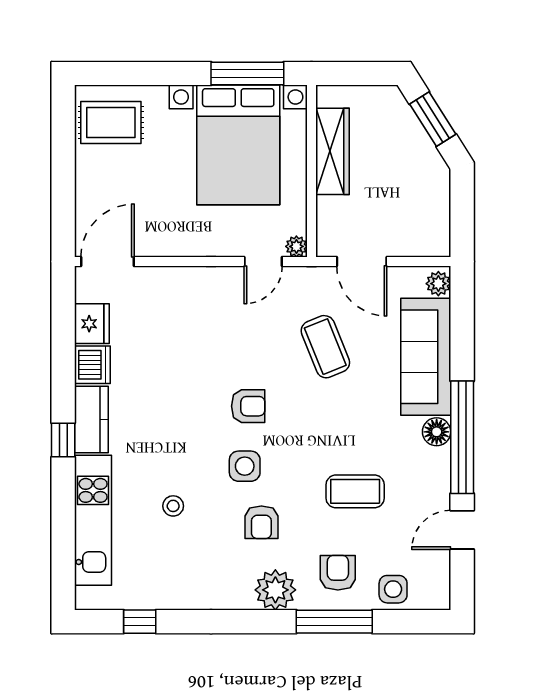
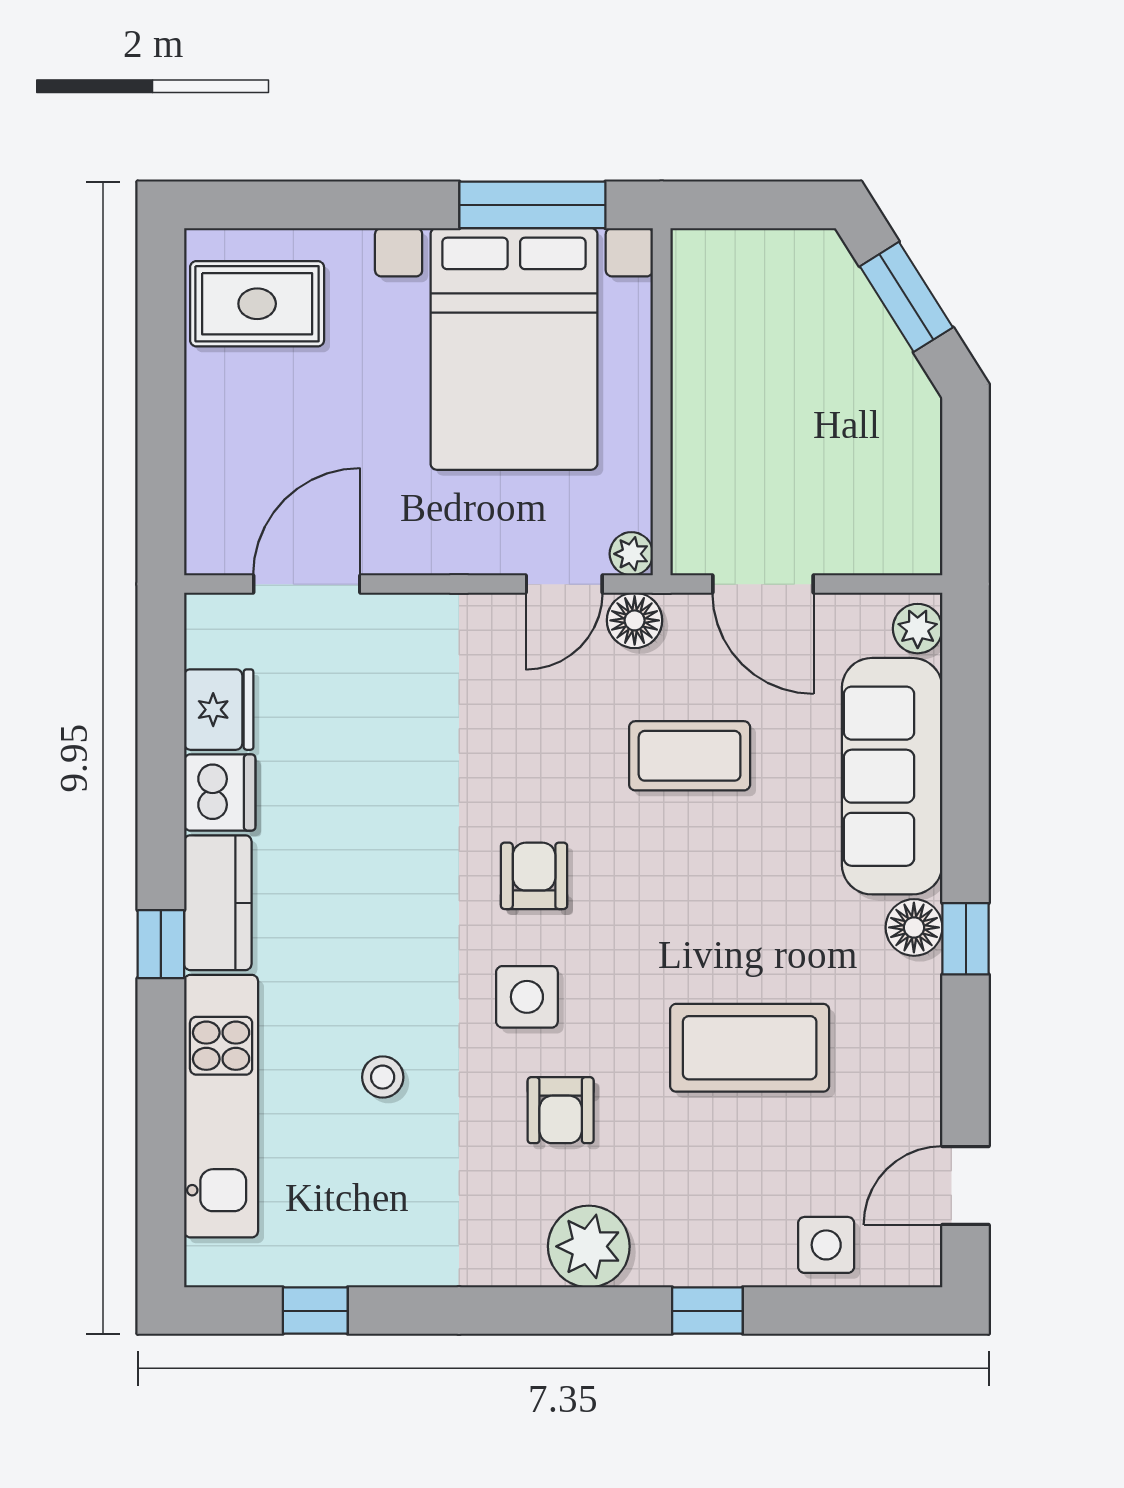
wardrobe: (332, 151) -> (704, 362), removed
door: (108, 261) -> (307, 584), moved
floor lamp: (298, 280) -> (635, 620), added
coffee table: (325, 347) -> (690, 756), turned -68
armchair: (248, 406) -> (534, 876), turned -90
window: (462, 437) -> (966, 939), width x0.32
coffee table: (355, 491) -> (750, 1048), width x1.36, depth x1.32
door: (462, 530) -> (966, 1185), moved
armchair: (338, 573) -> (715, 1212), removed
window: (334, 622) -> (707, 1311), width x0.46

